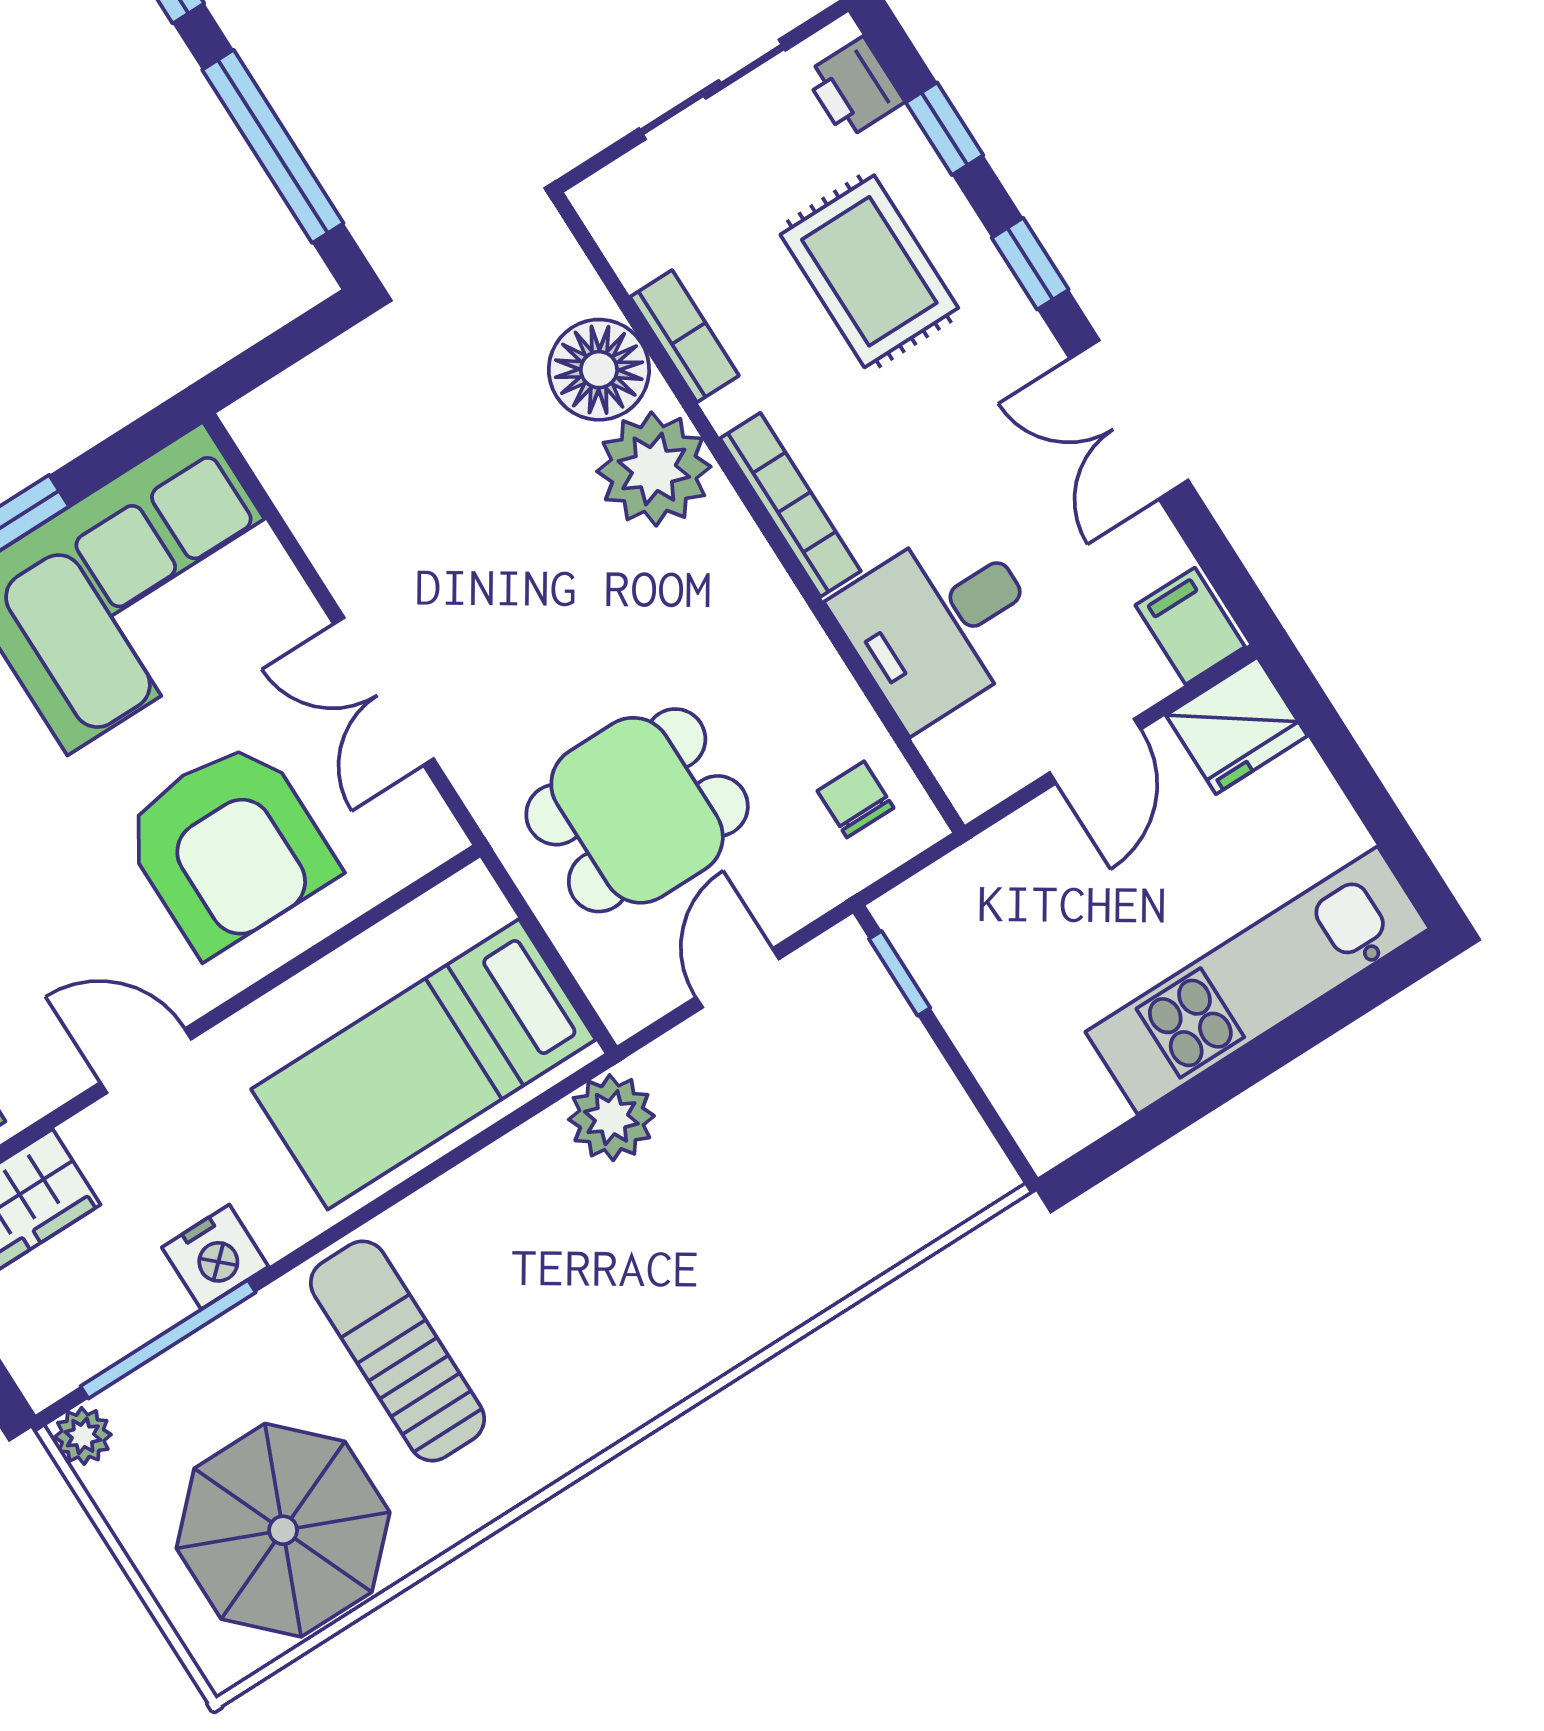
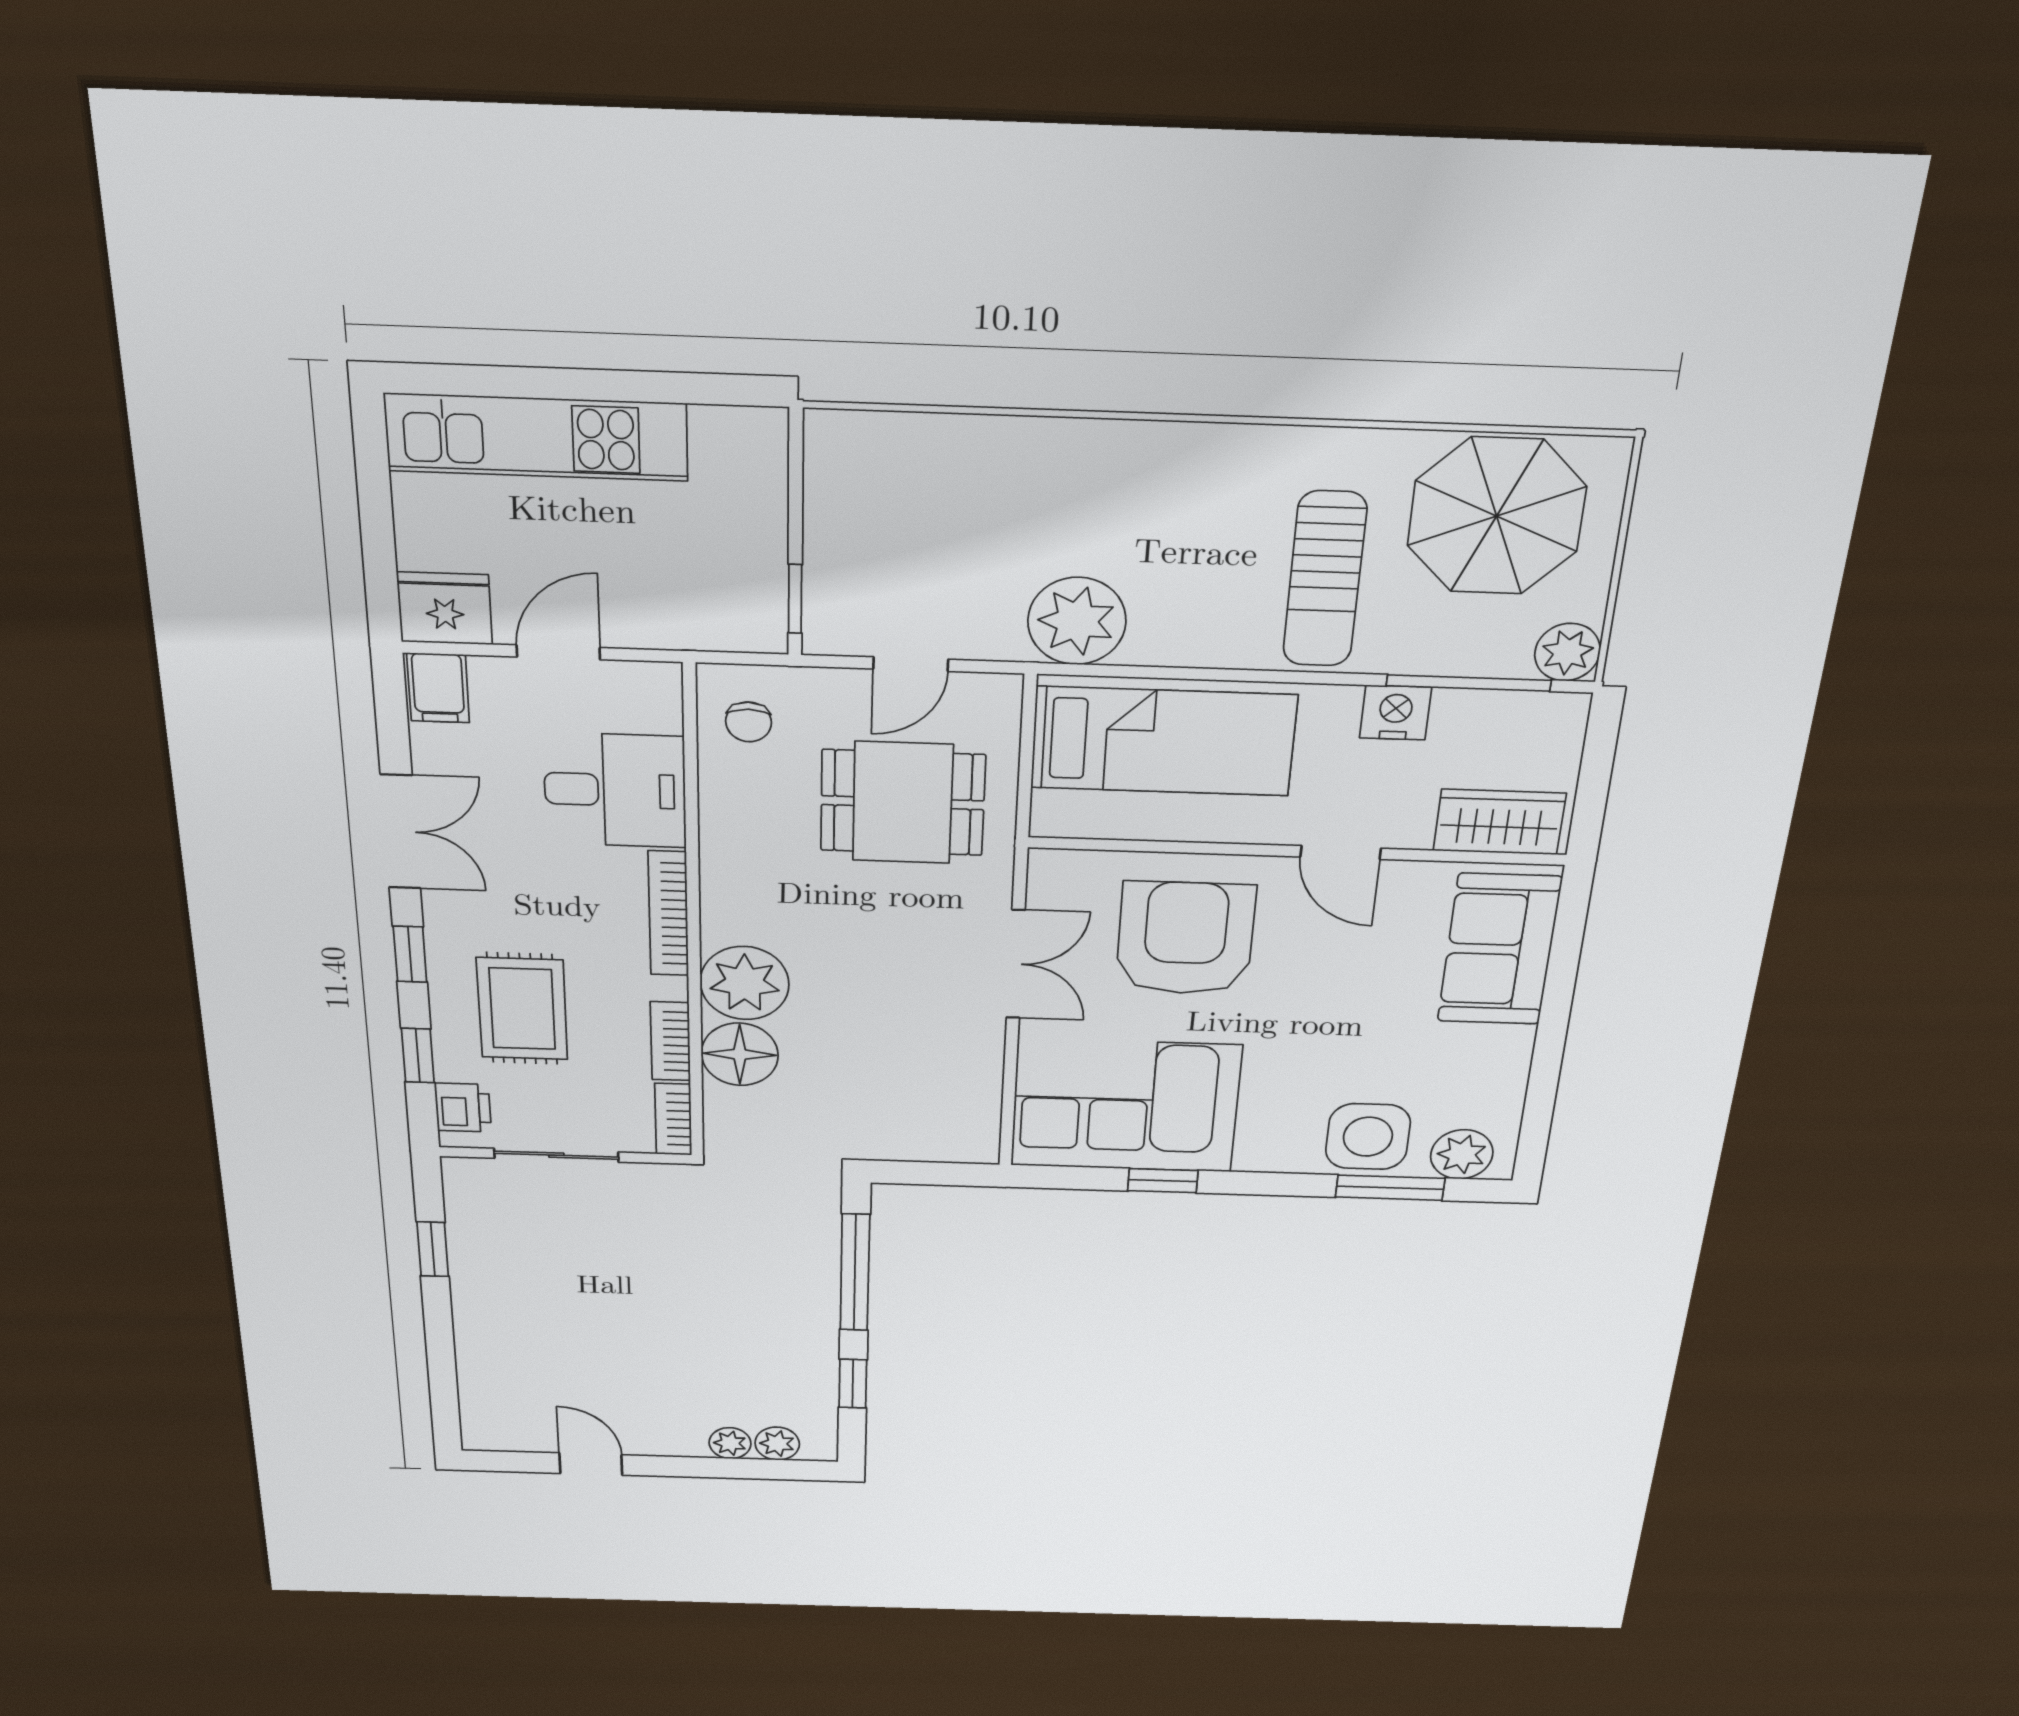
bookcase: (615, 230) -> (673, 1119), added
plant: (611, 1118) -> (1077, 621), width x1.36, depth x1.36
plant: (83, 1436) -> (1567, 652), width x1.38, depth x1.38

